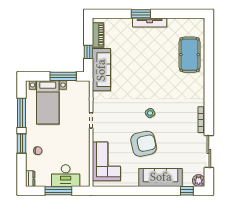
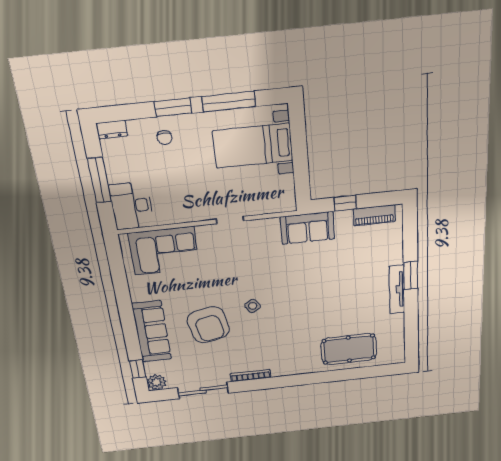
sofa: (101, 70) -> (307, 228), width x0.73
window: (63, 76) -> (301, 167), removed
armchair: (144, 144) -> (208, 325), moved
desk: (66, 176) -> (132, 206), moved

